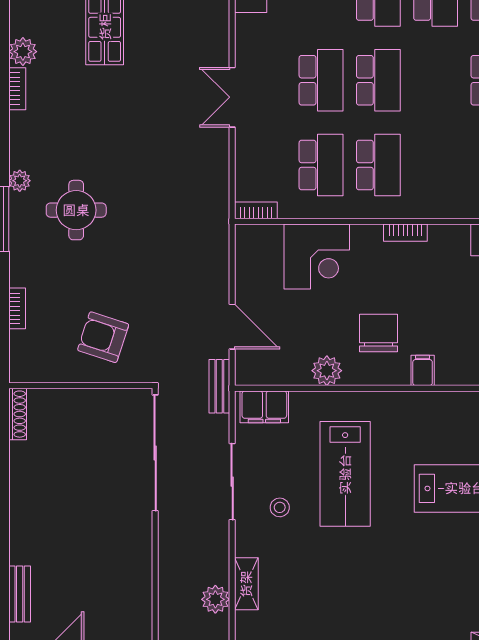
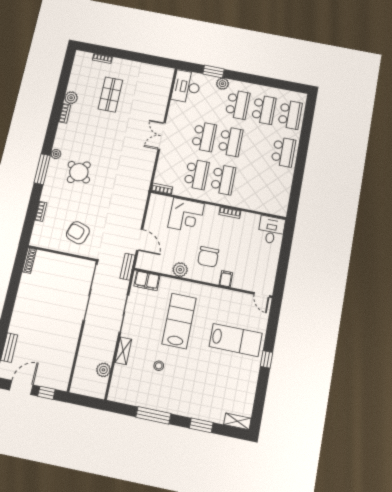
round table: (76, 210) -> (79, 172), turned 35
chair: (378, 333) -> (208, 257), turned 180
lab bench: (345, 474) -> (179, 321), turned 180
stool: (280, 507) -> (159, 366), moved
shelving: (246, 584) -> (123, 351), moved

